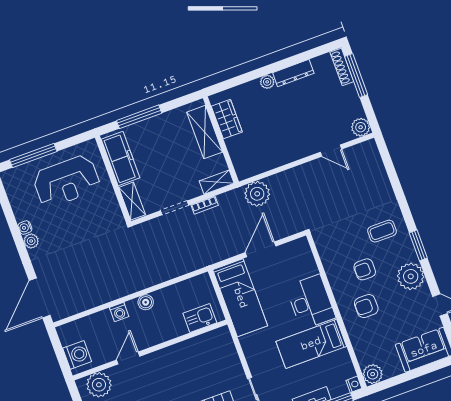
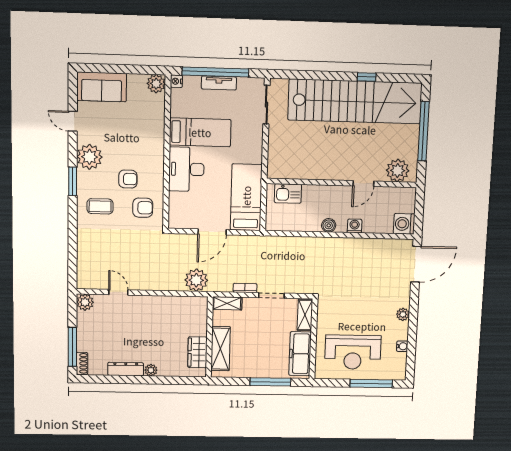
shoe rack: (342, 67) -> (82, 363), width x0.70
reception desk: (66, 181) -> (353, 352), turned 180
water cooler: (25, 227) -> (402, 346), moved
armchair: (366, 306) -> (143, 208), moved
washing machine: (77, 355) -> (404, 224), moved

